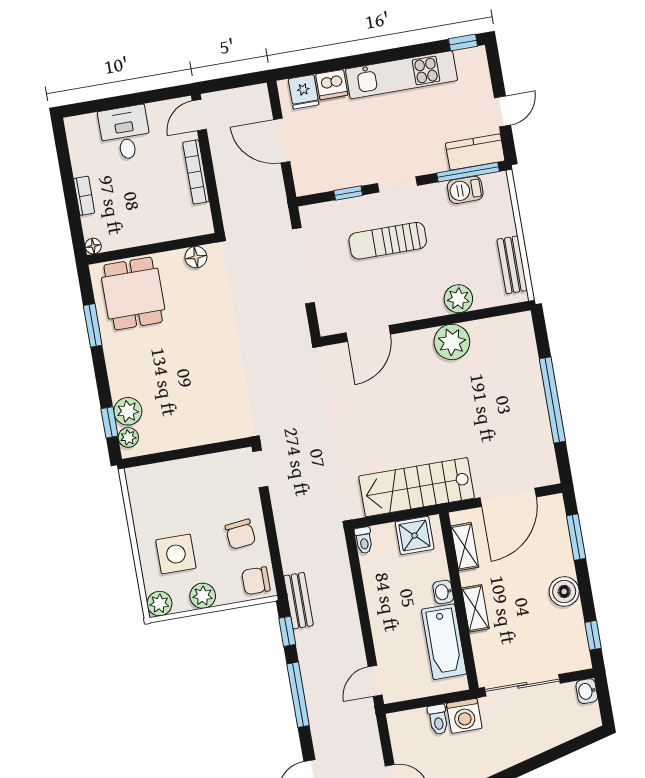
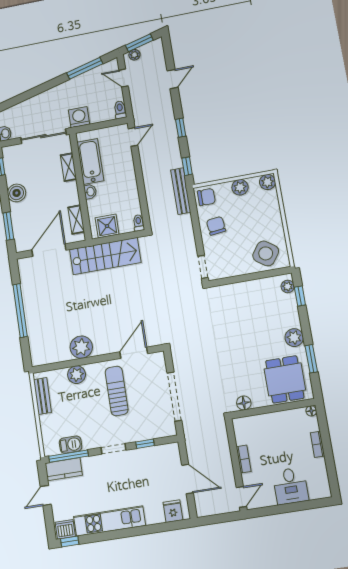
dishwasher: (332, 85) -> (65, 529), moved
bookcase: (196, 172) -> (244, 459), width x0.64
sun lounger: (388, 241) -> (117, 391), moved, turned -90
plant: (128, 411) -> (294, 338), moved
side table: (176, 554) -> (266, 253), moved, turned 35
bench: (298, 601) -> (181, 191), width x1.36
shelving: (475, 608) -> (69, 167), moved
window: (298, 695) -> (181, 128), width x0.46
toilet: (438, 720) -> (120, 110), moved

